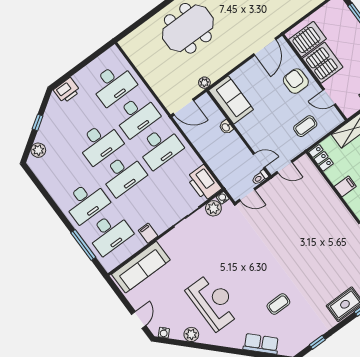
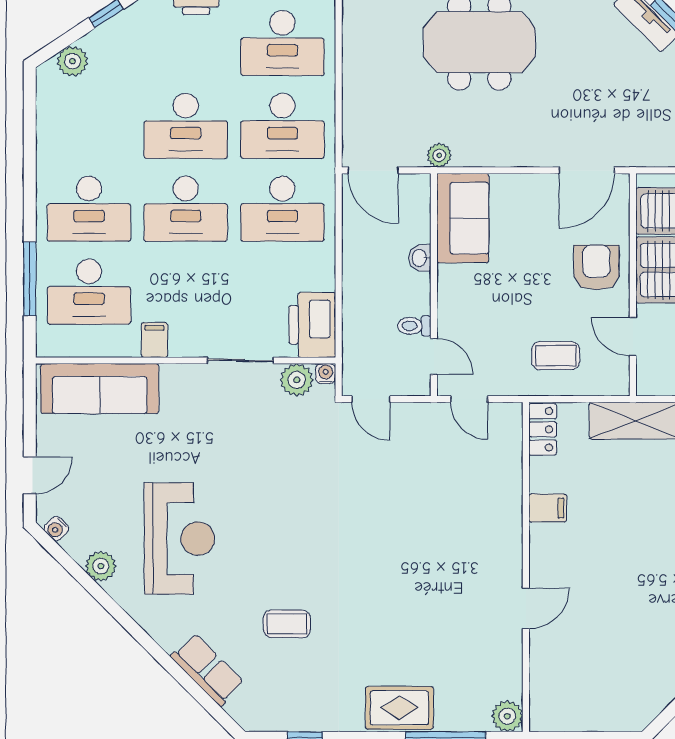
toilet: (260, 178) -> (414, 326), moved

